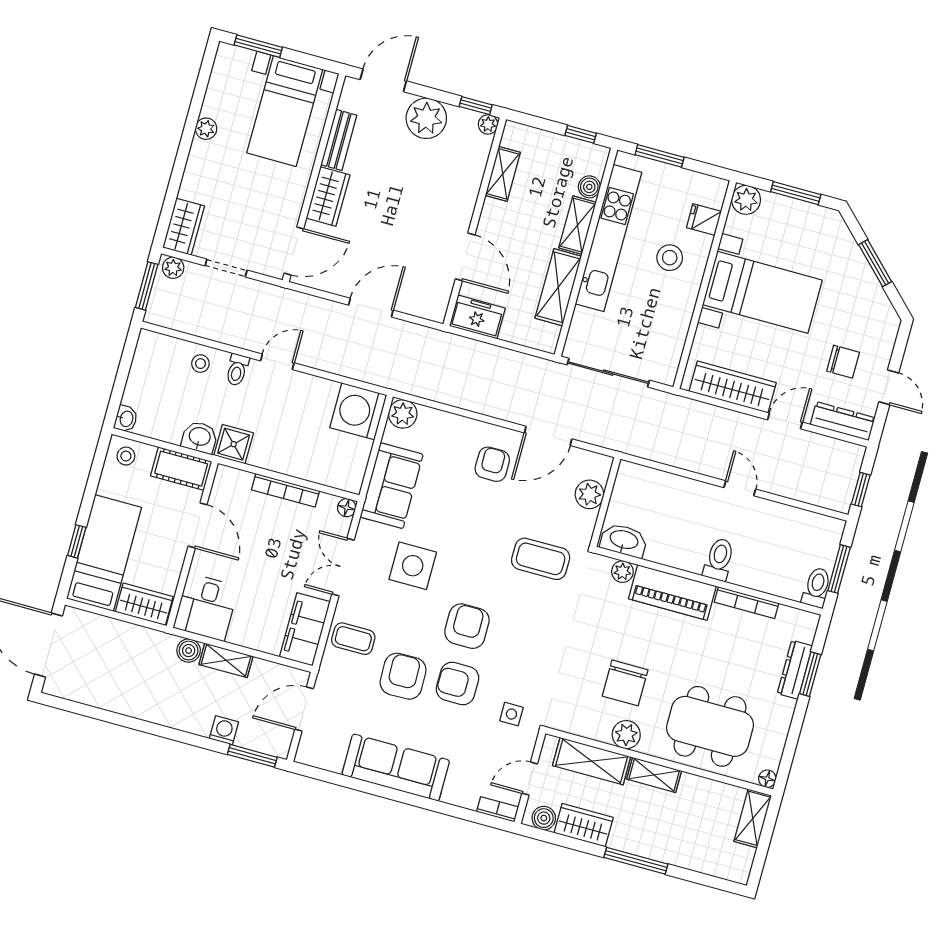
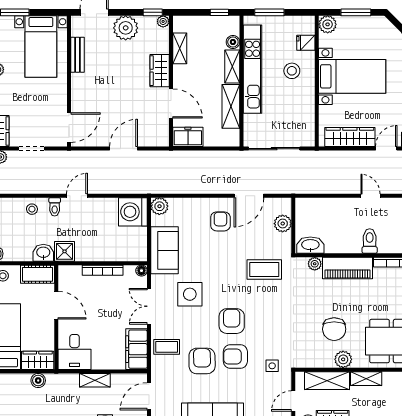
wardrobe: (328, 197) -> (160, 71), moved, turned 180
boiler: (189, 651) -> (38, 380), moved

